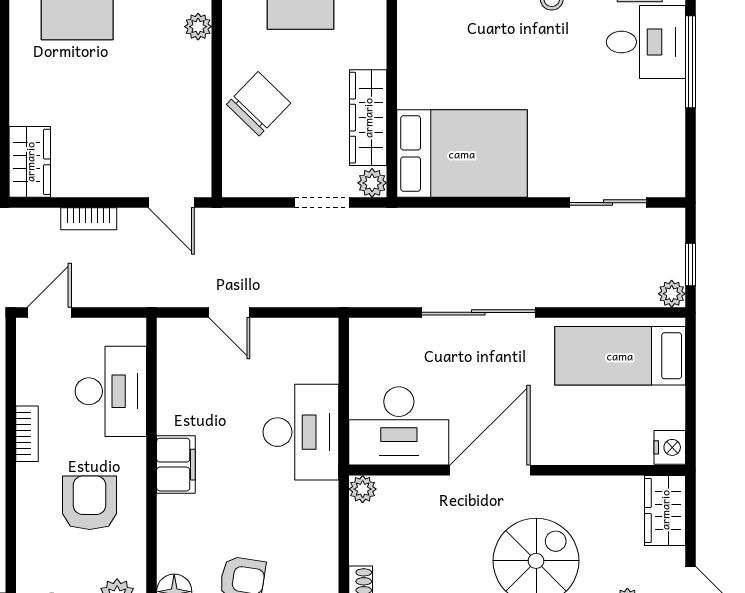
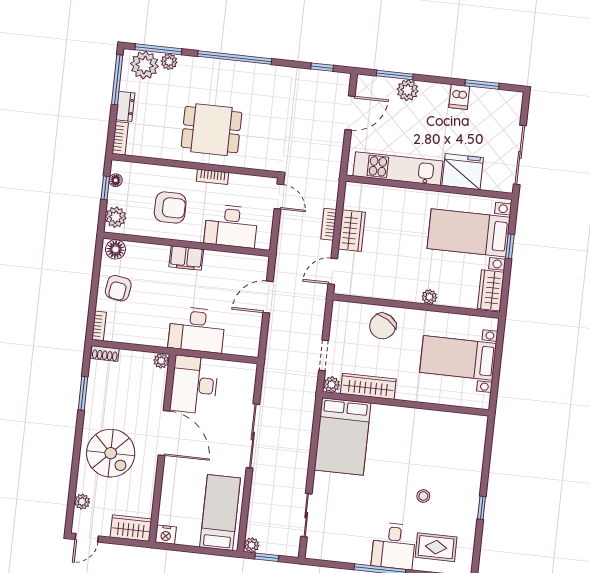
chair: (259, 104) -> (383, 326), turned 78
wardrobe: (30, 162) -> (352, 231), moved, turned -90
door: (229, 312) -> (268, 297), width x1.37

